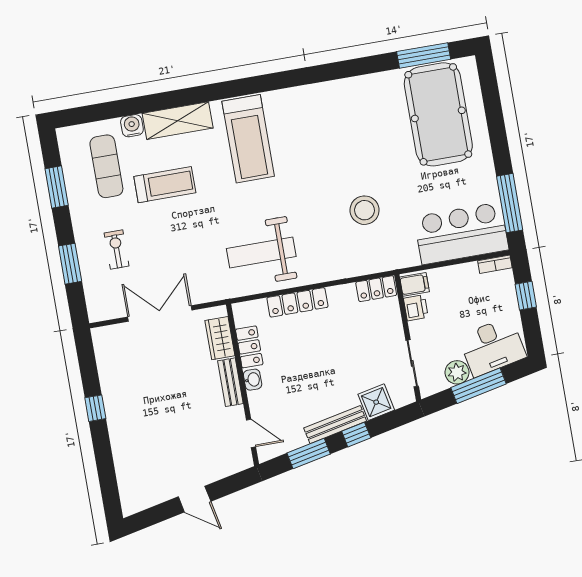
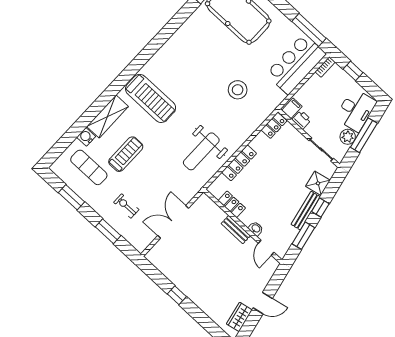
wardrobe: (220, 338) -> (239, 317), moved, turned 78
washbasin: (253, 380) -> (256, 229), moved
door: (251, 433) -> (266, 248), swing flipped

